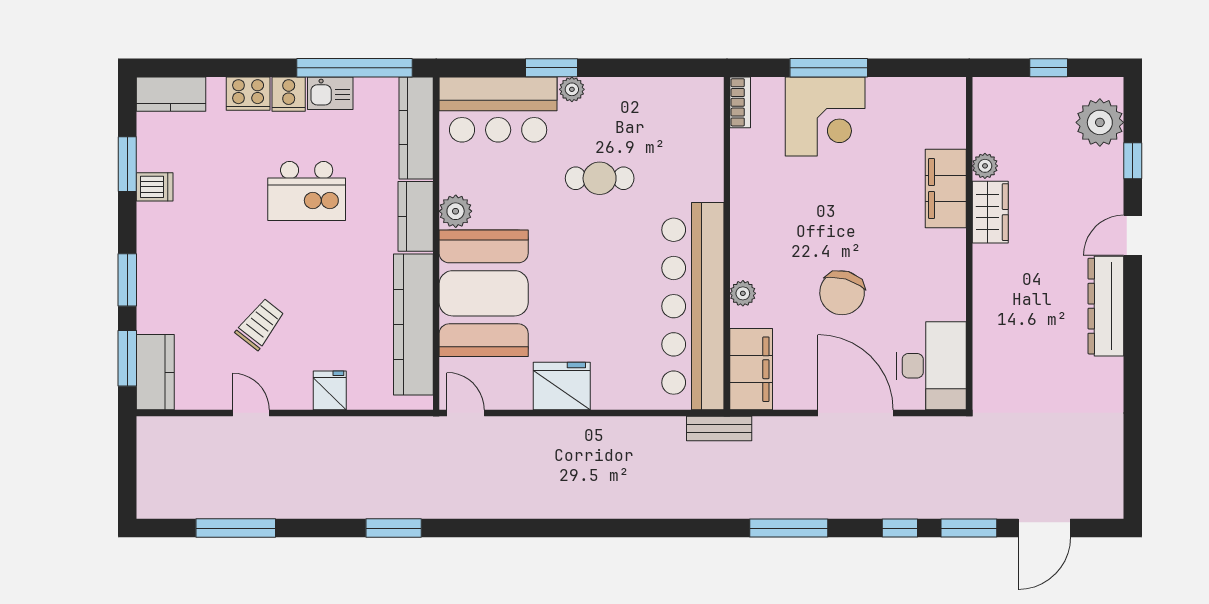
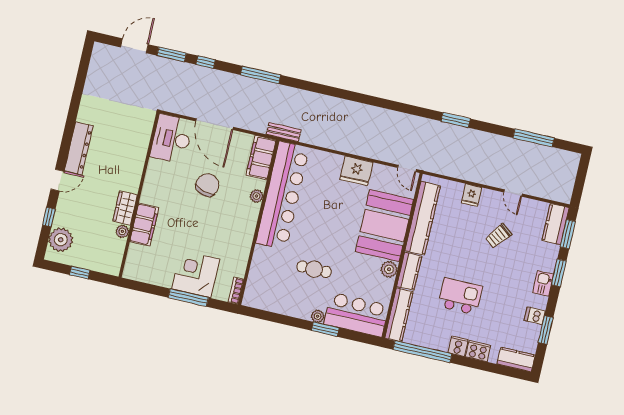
kitchen sink: (330, 93) -> (543, 283), moved, turned -90

